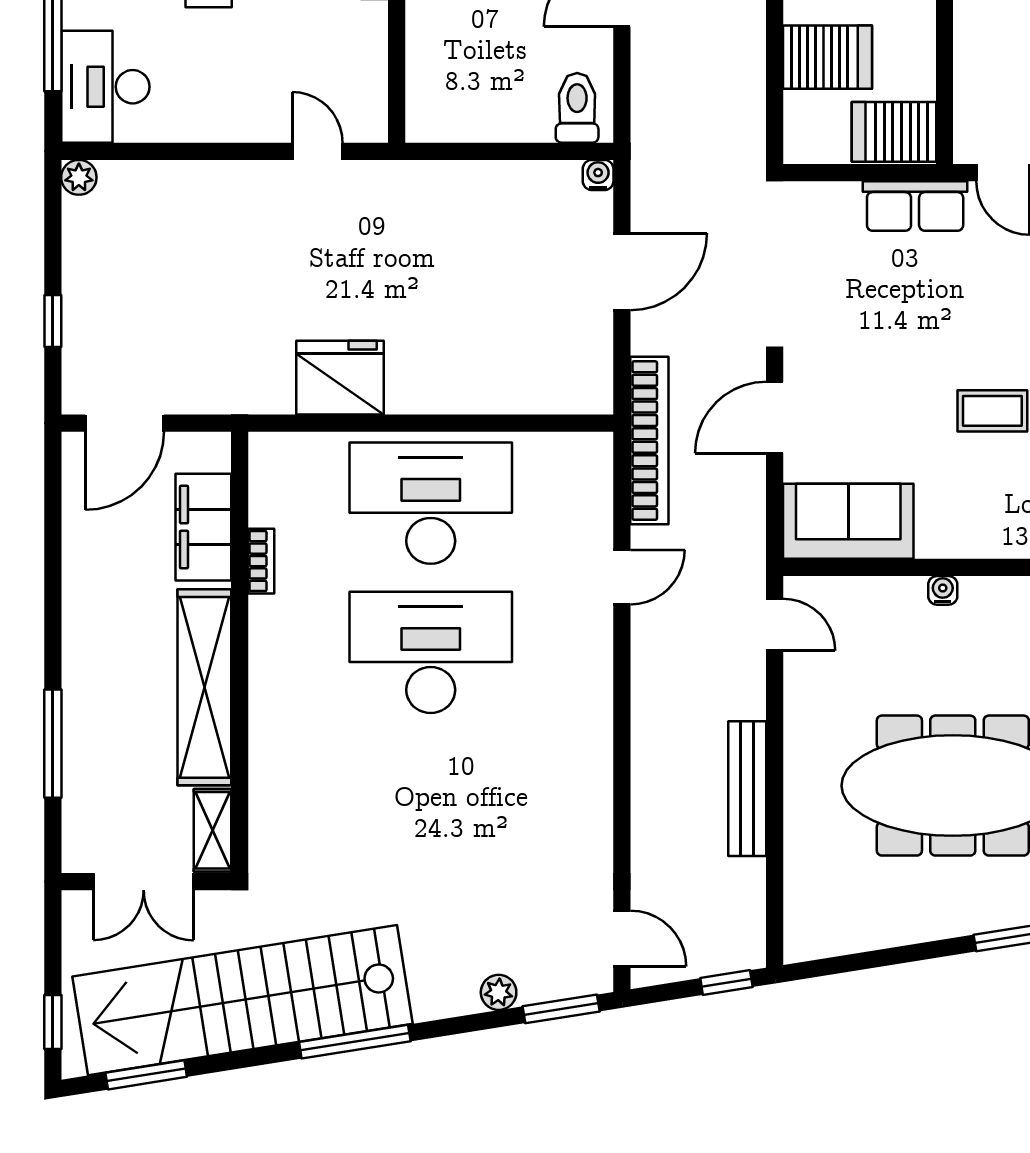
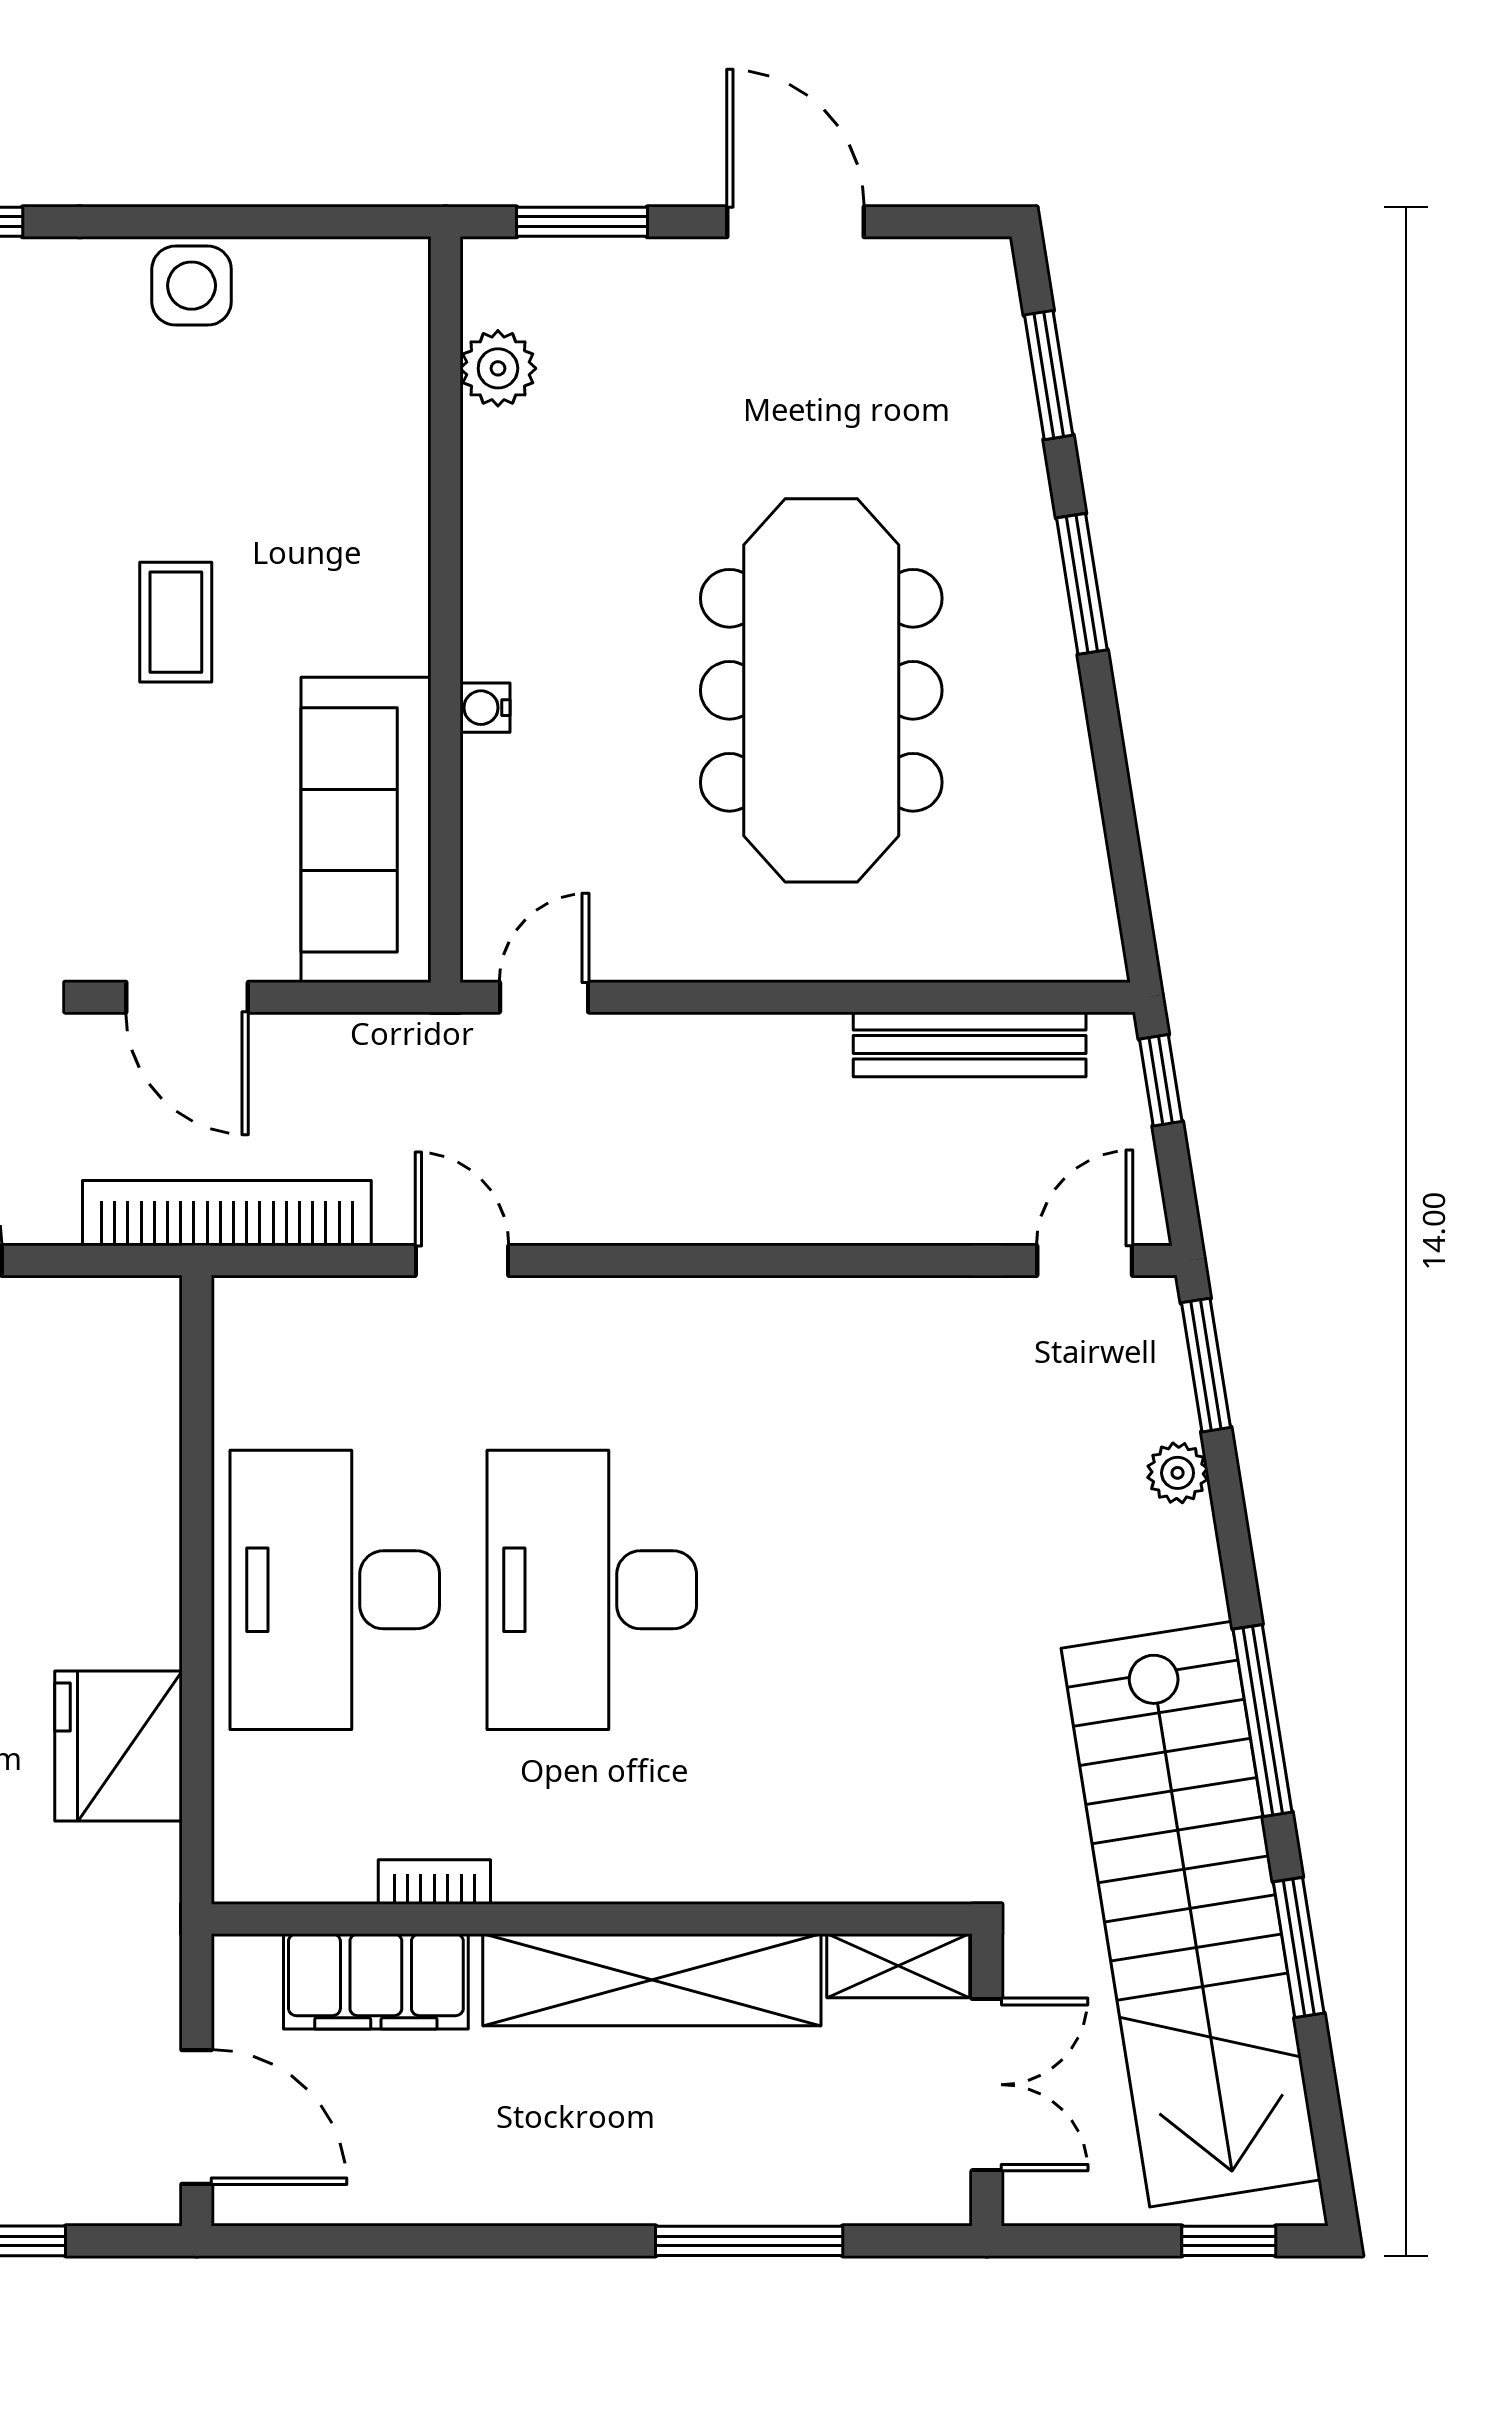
sofa: (848, 521) -> (366, 830), width x1.36
bench: (747, 789) -> (970, 1044), moved
window: (146, 1075) -> (1299, 1947), moved

